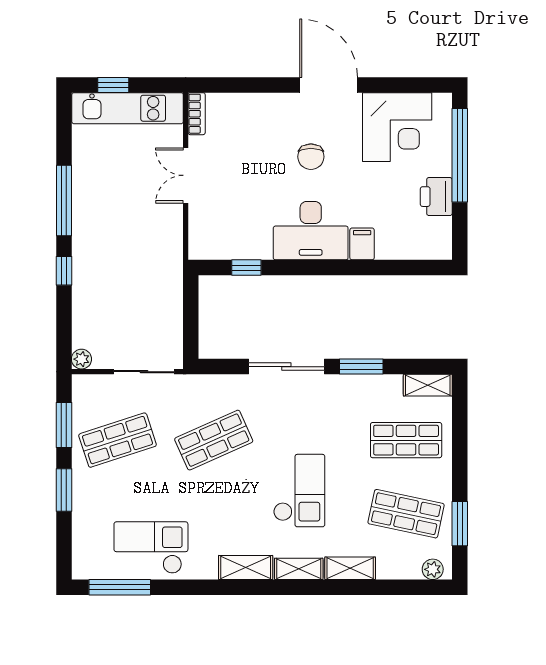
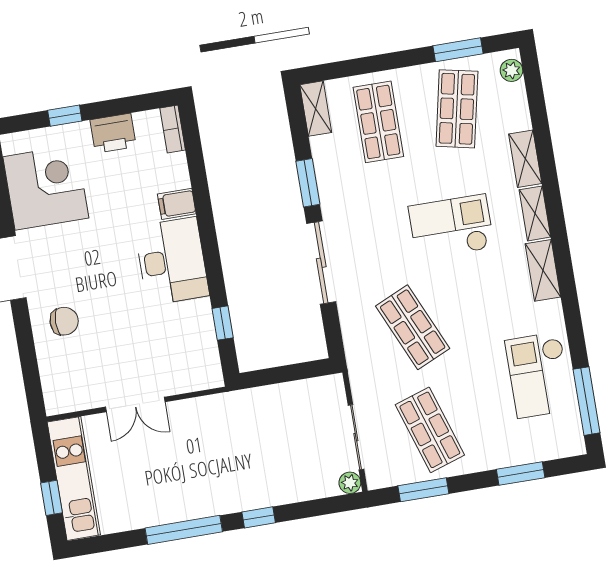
bookcase: (197, 114) -> (173, 129), moved, turned -90
window: (460, 155) -> (65, 116), width x0.32
chair: (311, 157) -> (64, 321), moved
sliding door: (144, 372) -> (356, 437), moved
window: (64, 490) -> (521, 473), moved

